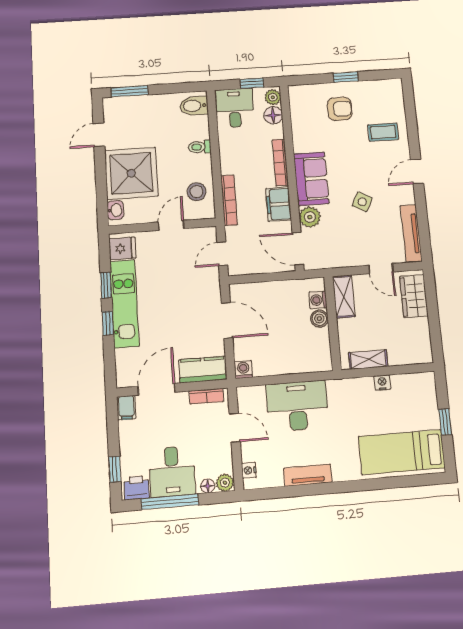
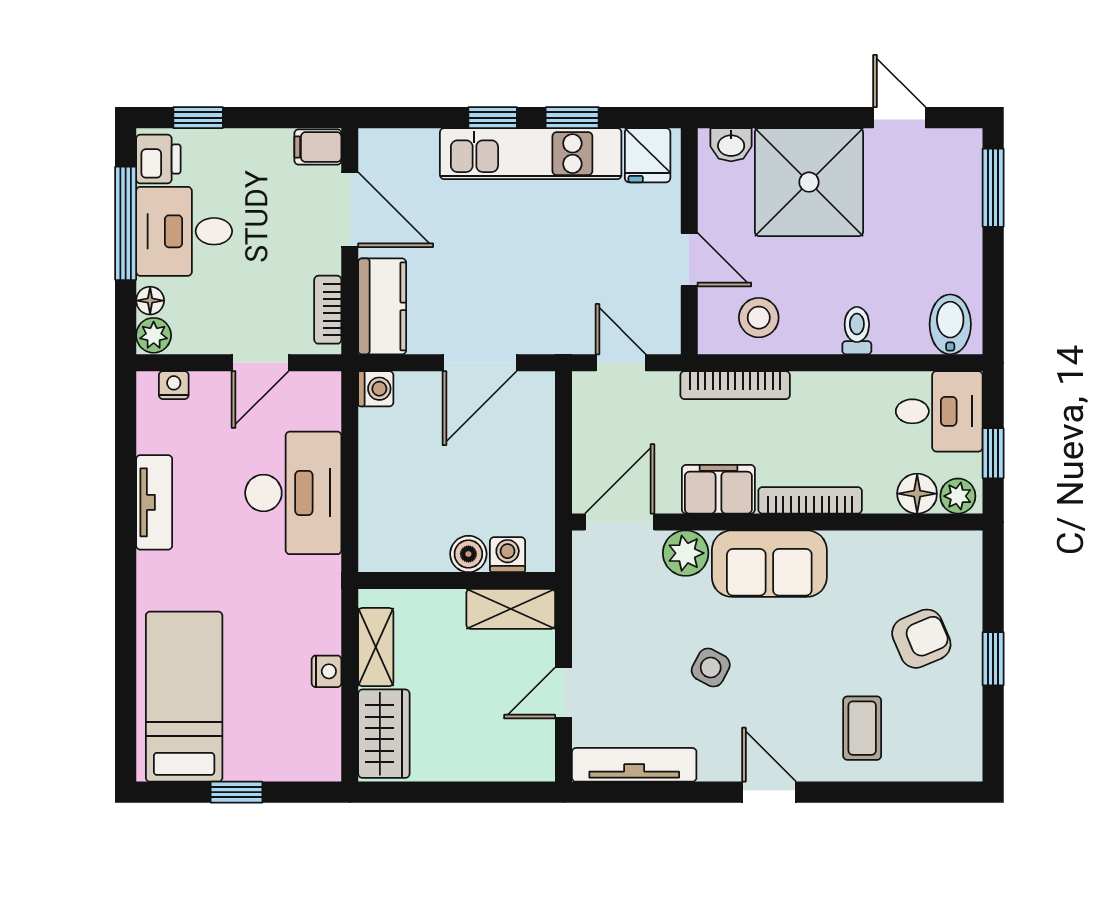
armchair: (340, 109) -> (921, 639), turned -113
wardrobe: (414, 296) -> (384, 734), moved, turned 90

